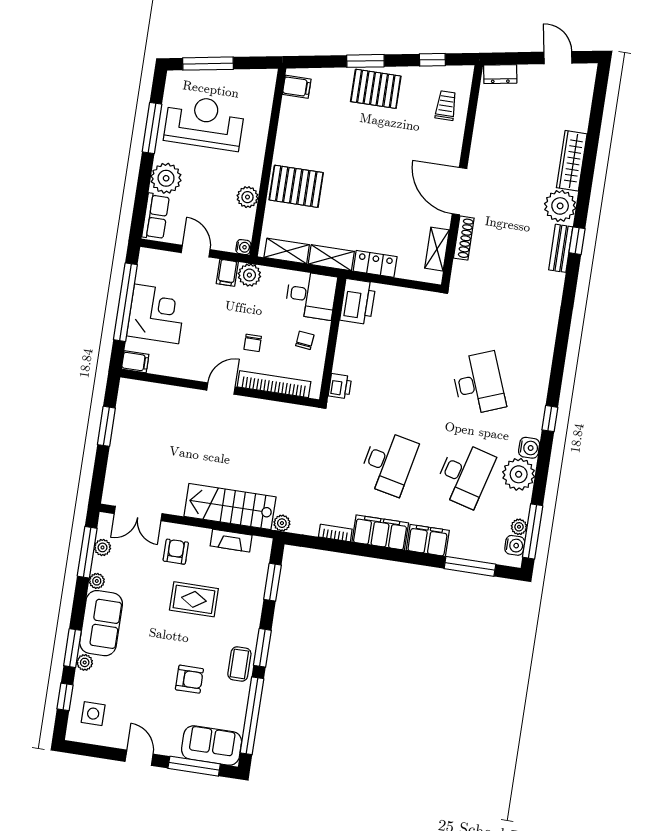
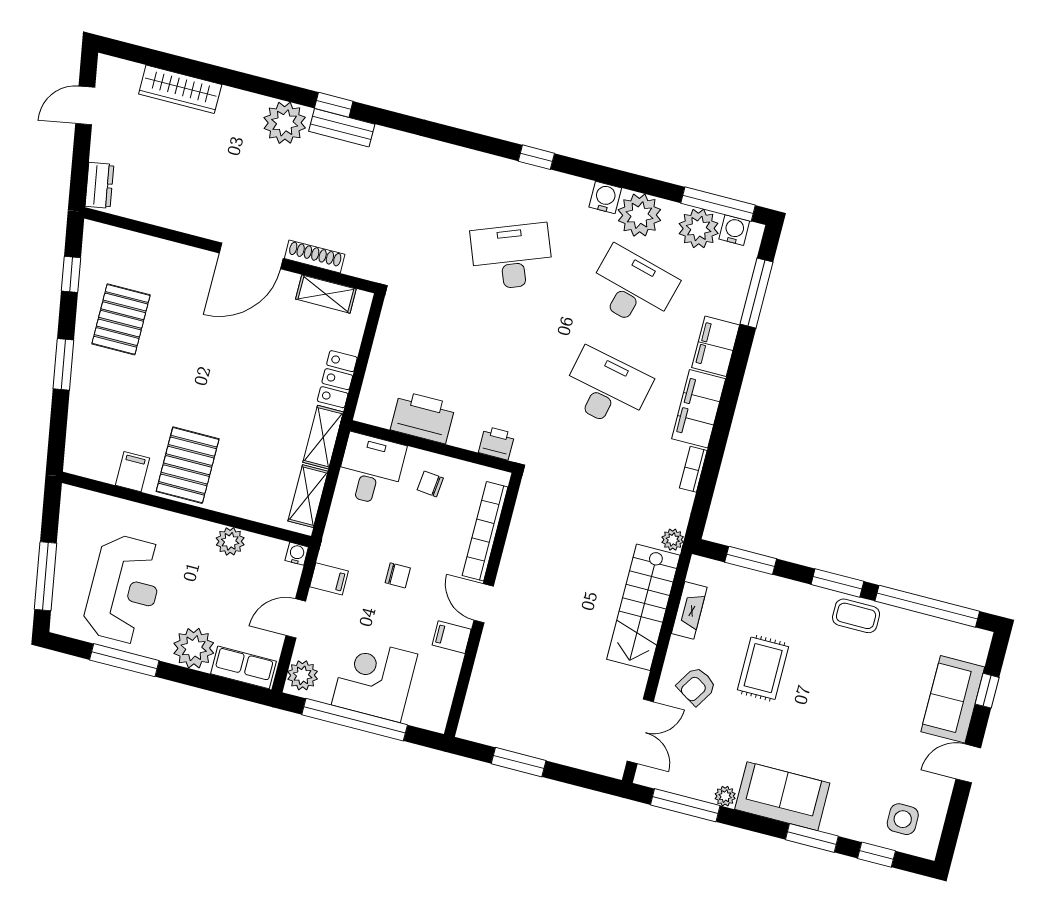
filing cabinet: (297, 87) -> (132, 472), moved
pallet: (376, 89) -> (121, 319), moved
trolley: (446, 106) -> (134, 262), removed
reception desk: (204, 123) -> (124, 589), turned 180
wardrobe: (572, 161) -> (180, 89), moved
pallet: (296, 186) -> (188, 465), moved
plant: (249, 275) -> (303, 675), moved
printer: (358, 302) -> (423, 417), moved
chair: (253, 343) -> (398, 575), moved
filing cabinet: (135, 362) -> (452, 637), moved, turned -90
window: (550, 419) -> (536, 157), moved
plant: (519, 527) -> (699, 229), width x1.87, depth x1.87
plant: (103, 547) -> (681, 784), removed
armchair: (176, 552) -> (696, 686), turned -58
plant: (85, 662) -> (833, 824), removed
armchair: (189, 679) -> (870, 685), removed
sofa: (212, 745) -> (953, 699), moved
window: (194, 766) -> (987, 691), width x0.46

